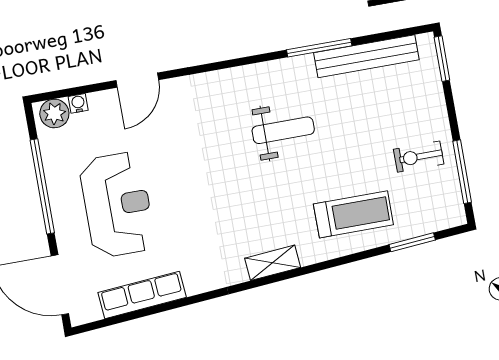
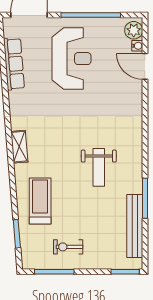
door: (137, 80) -> (145, 66), moved
exercise bike: (419, 157) -> (68, 247), turned -90
reception desk: (117, 205) -> (71, 59), turned -90
treadmill: (353, 214) -> (40, 201), turned 180

